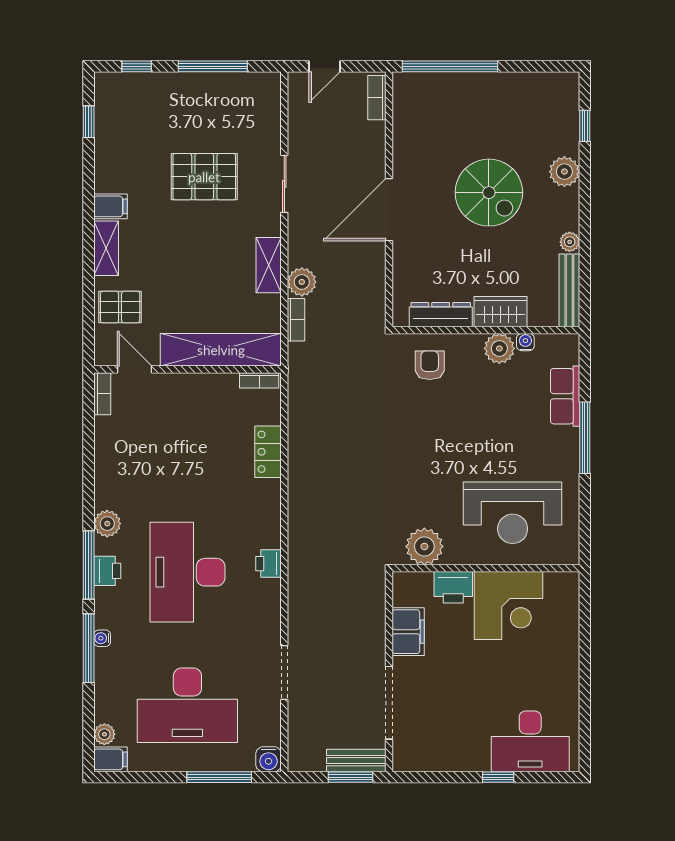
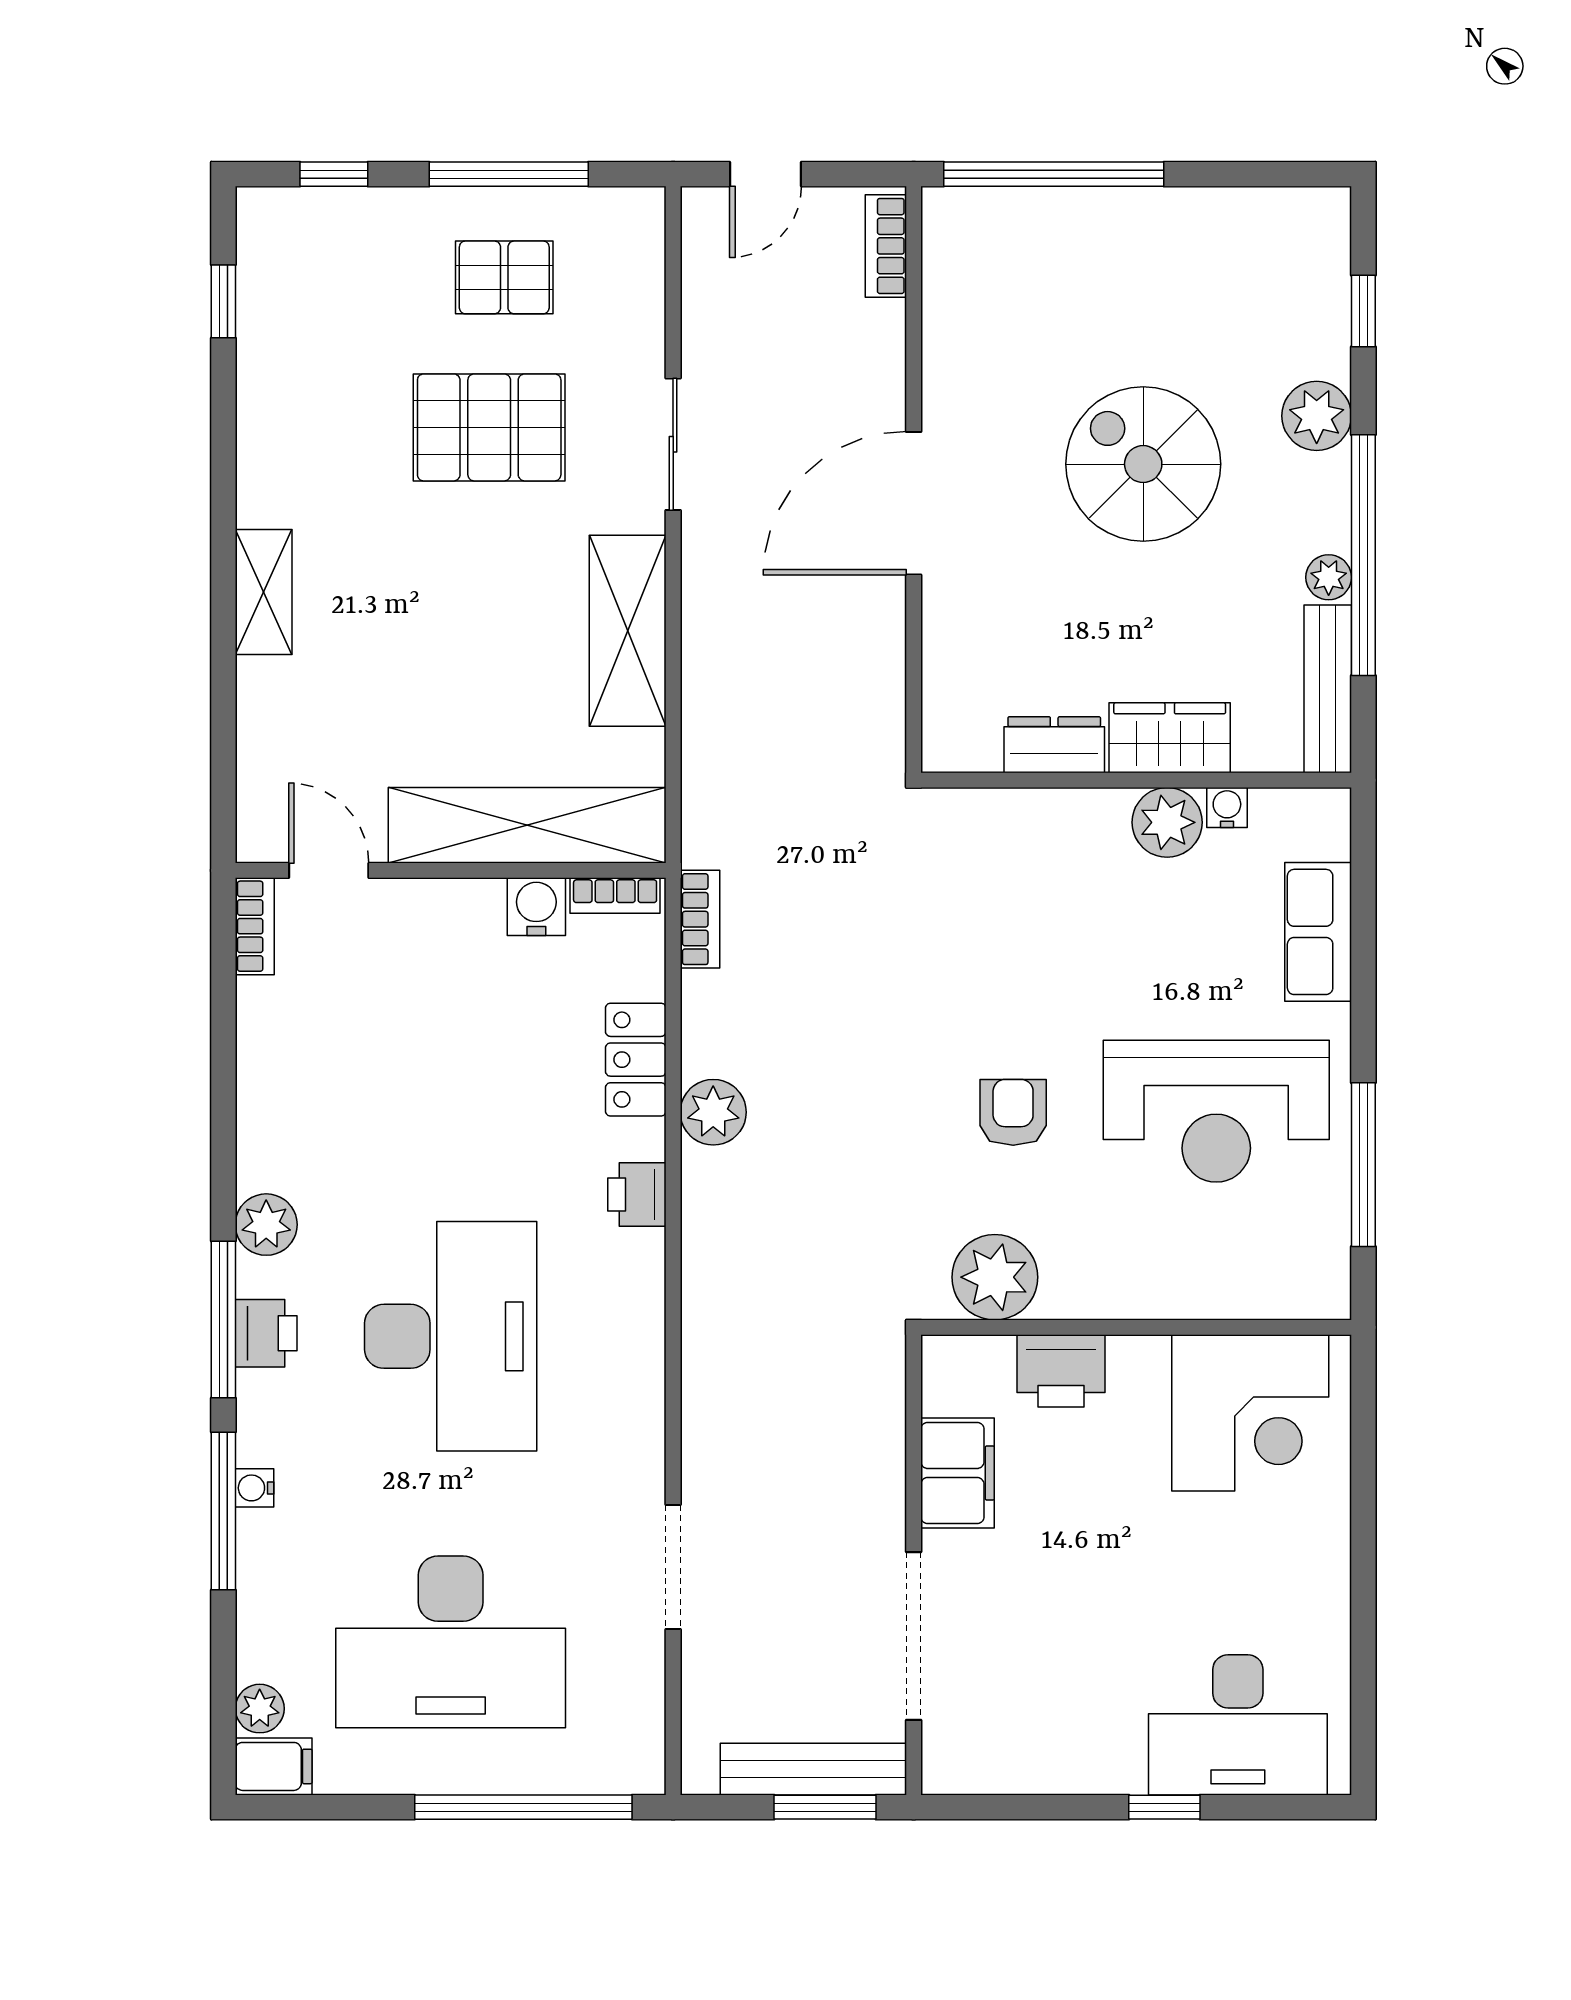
spiral stairs: (489, 193) -> (1143, 464), turned 180
filing cabinet: (110, 206) -> (274, 496), removed
window: (585, 232) -> (1363, 555), added
shelving: (269, 265) -> (628, 631), width x1.50, depth x1.33
plant: (302, 282) -> (713, 1112), moved
pallet: (120, 307) -> (504, 277), moved
dresser: (441, 315) -> (1054, 745), width x0.70
bookcase: (296, 320) -> (700, 919), moved
armchair: (430, 365) -> (1013, 1112), moved
window: (585, 438) -> (1363, 1165), moved
reception desk: (513, 513) -> (1216, 1111), moved
printer: (269, 564) -> (637, 1195), moved
desk: (187, 572) -> (451, 1336), turned 180
corner desk: (508, 606) -> (1250, 1413), moved
water cooler: (269, 759) -> (536, 907), moved, turned 180
bench: (356, 761) -> (813, 1769), width x1.36
window: (219, 777) -> (523, 1807), width x1.46

